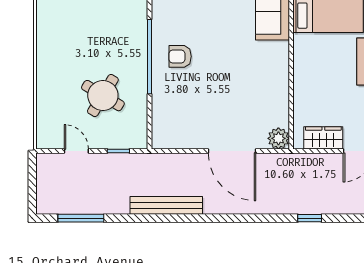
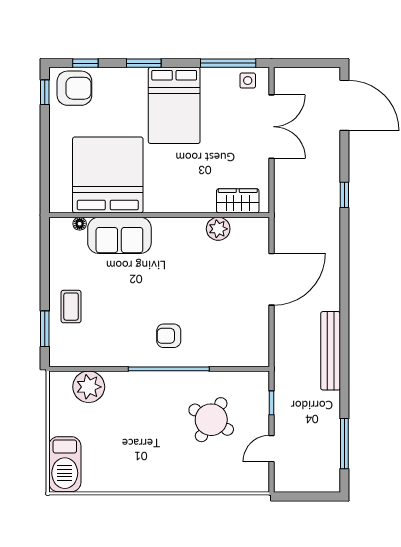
armchair: (180, 56) -> (169, 336), turned 90
plant: (278, 138) -> (218, 229), moved
wardrobe: (323, 138) -> (238, 201), moved, turned 90

